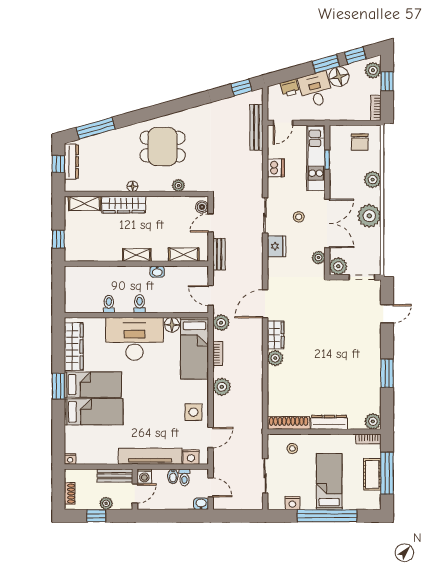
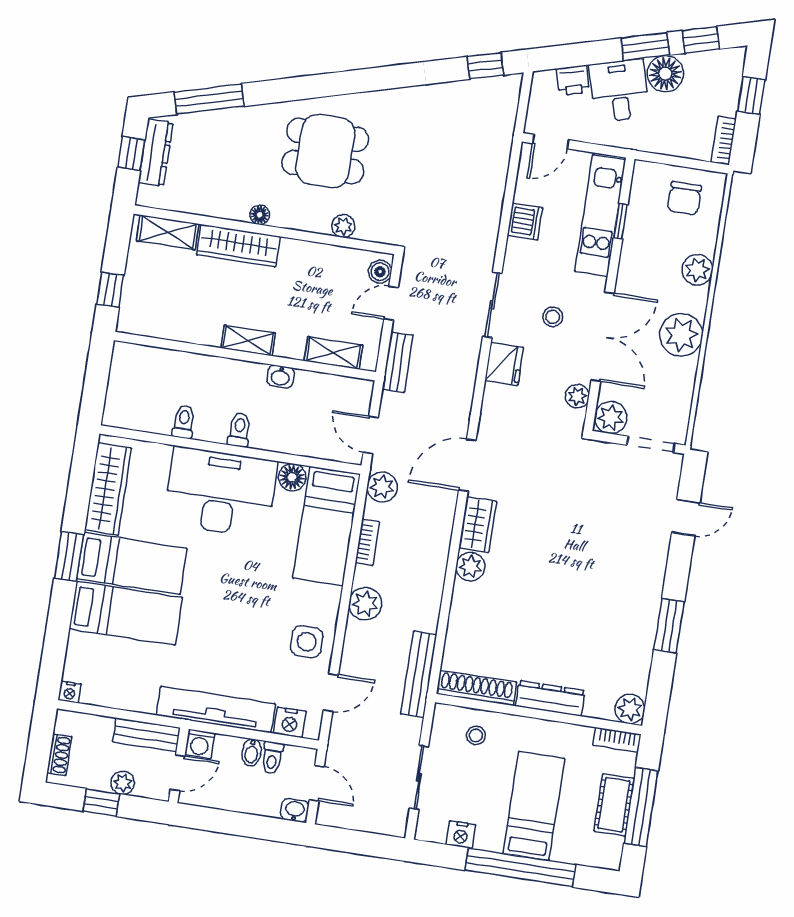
plant: (373, 70) -> (729, 72), removed
bench: (256, 127) -> (419, 674), moved

